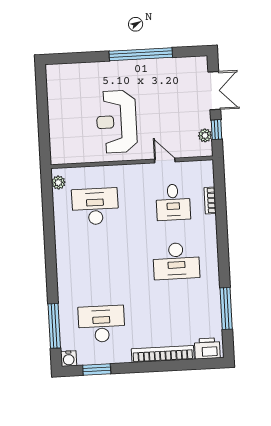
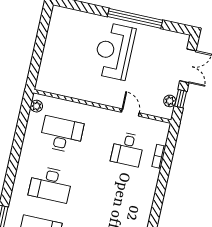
reception desk: (117, 122) -> (114, 51), moved
desk: (176, 261) -> (51, 184), moved

